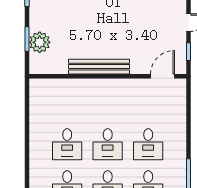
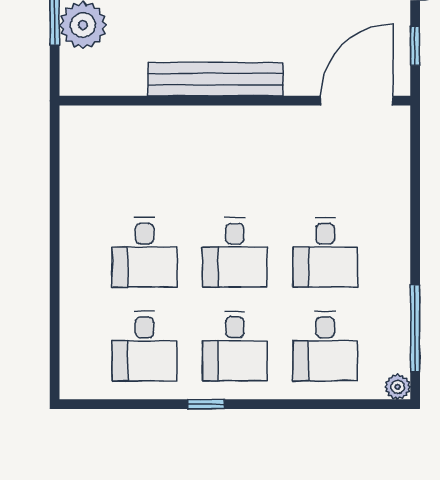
door: (162, 76) -> (357, 101), width x1.36

